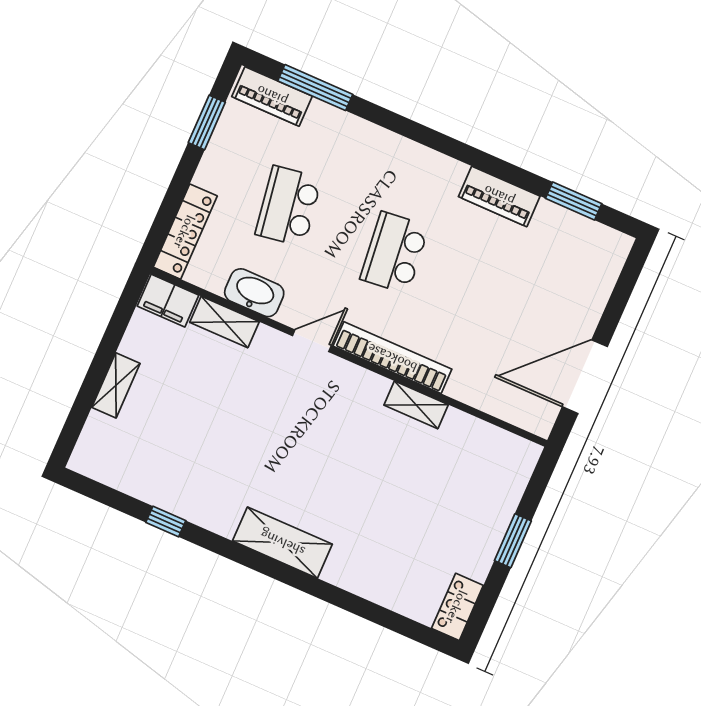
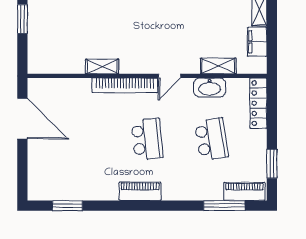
piano: (499, 196) -> (140, 191), moved
filing cabinet: (168, 301) -> (257, 42), moved, turned -90
door: (585, 377) -> (22, 119), hinge flipped

